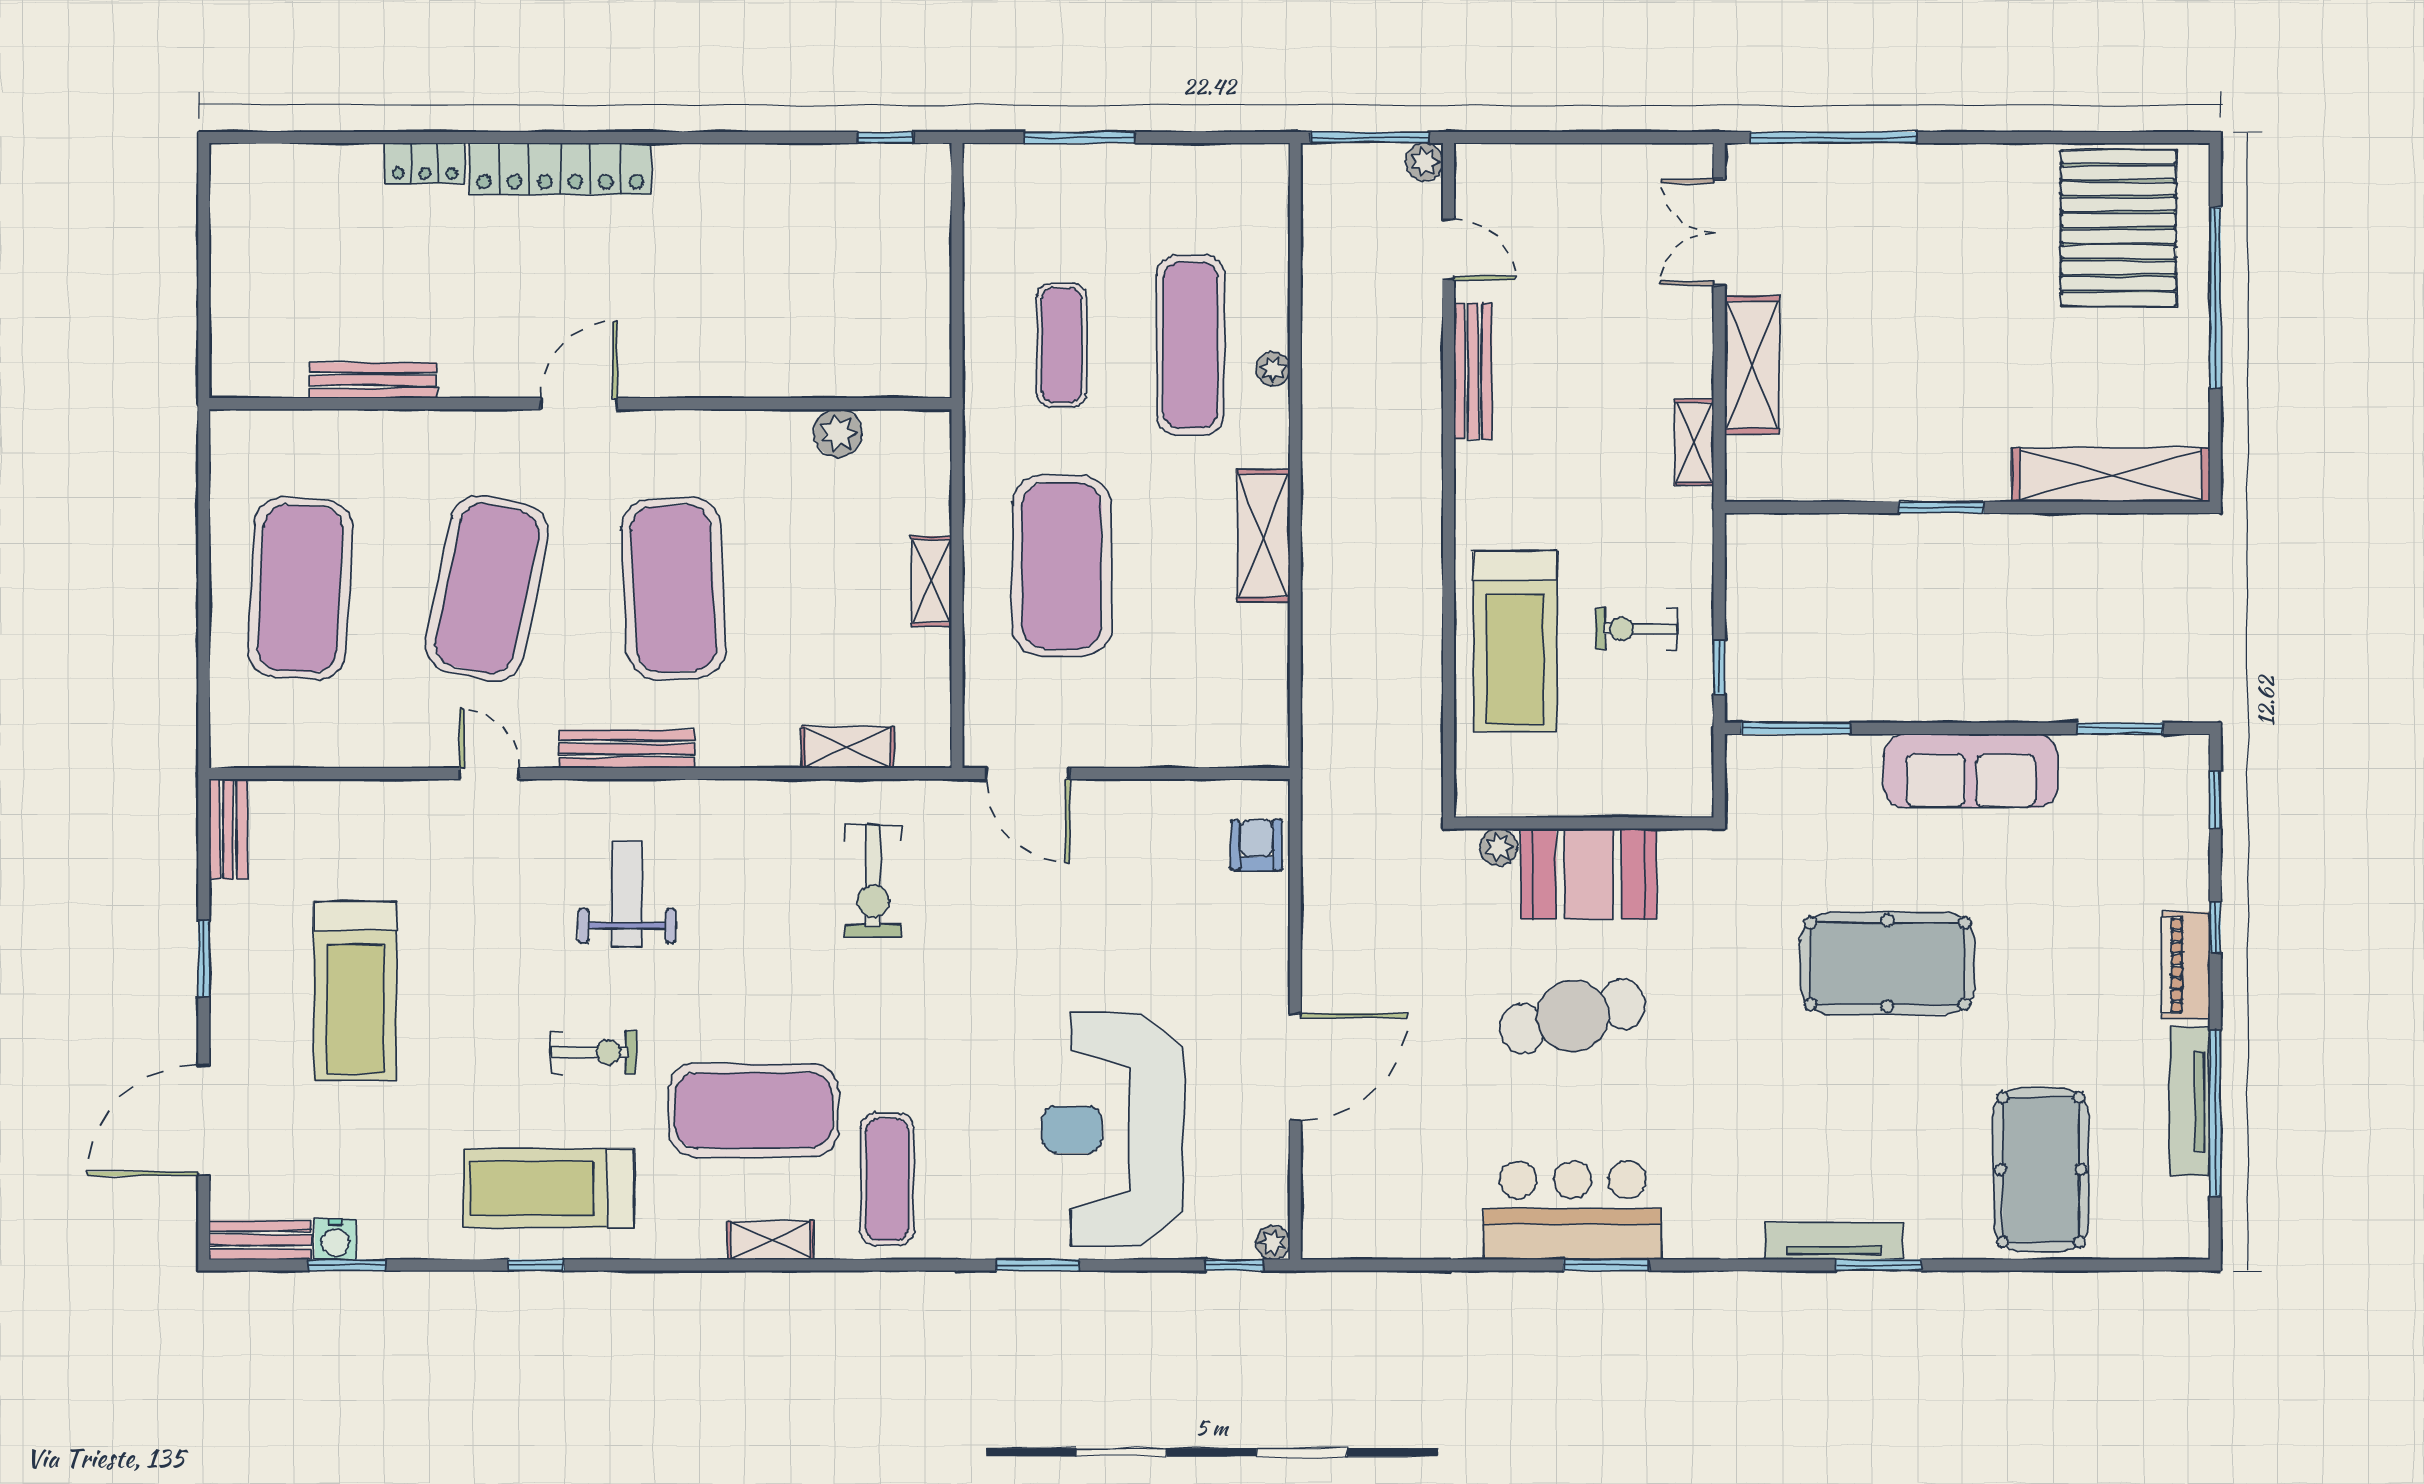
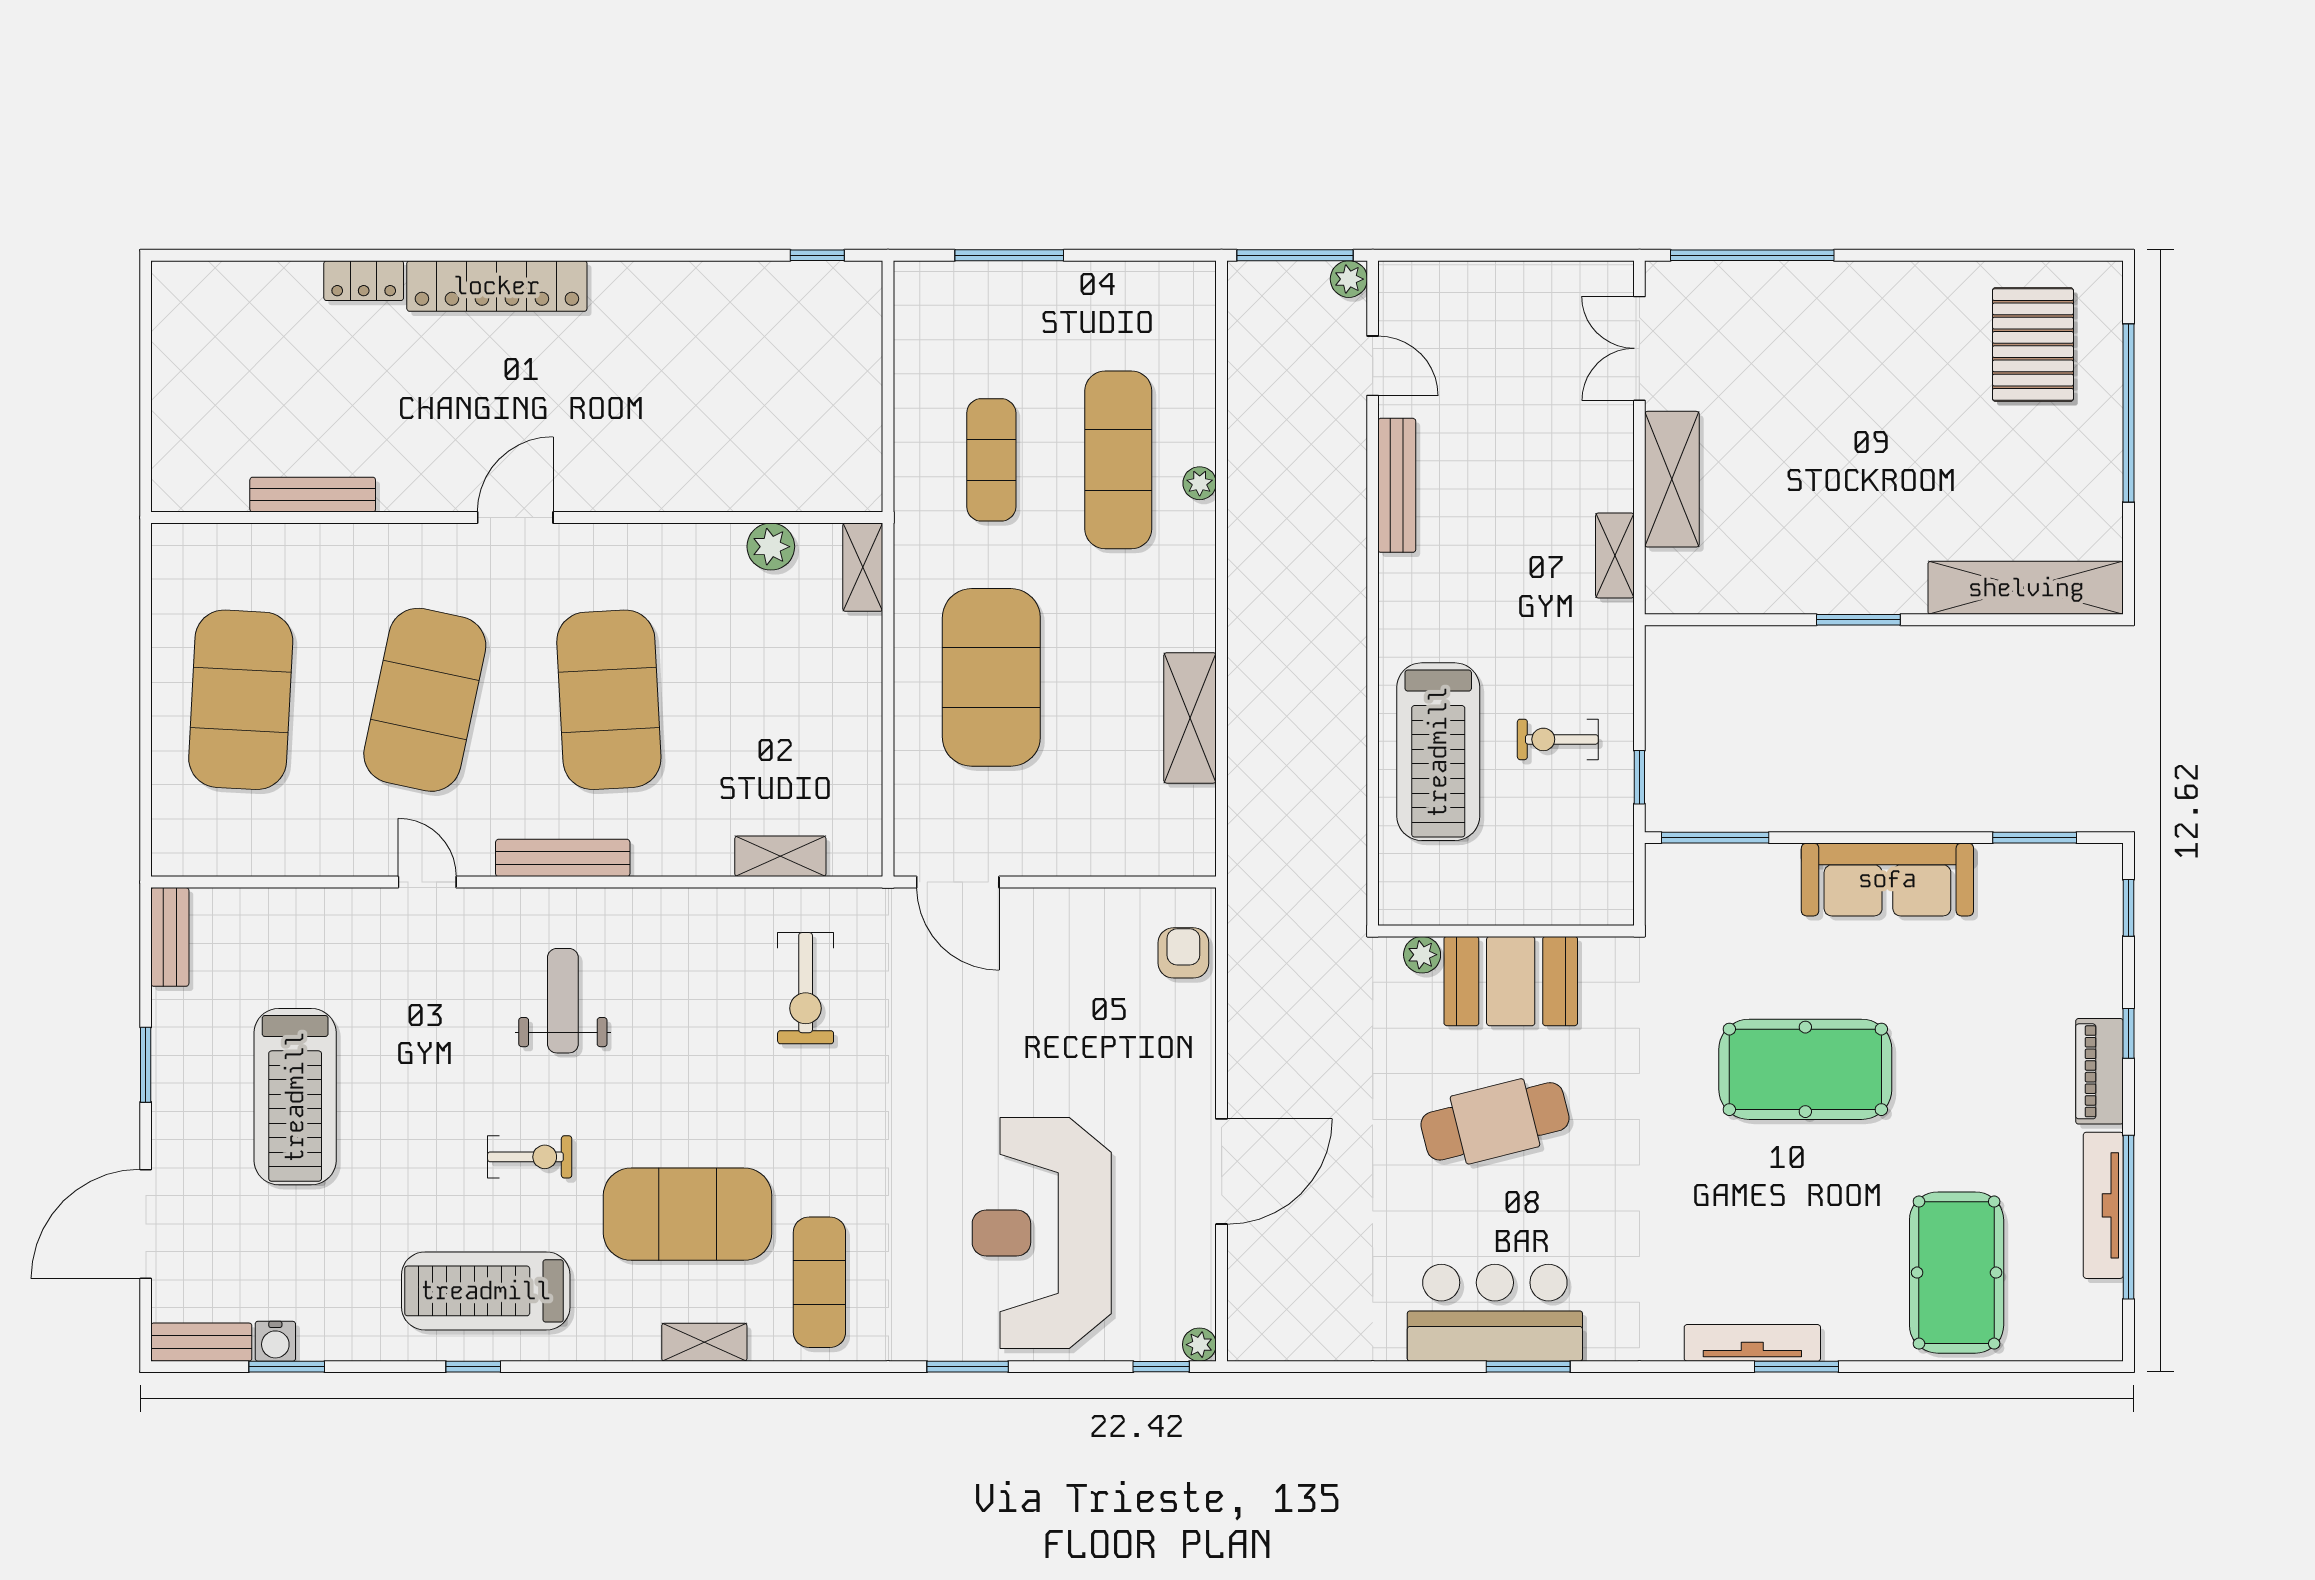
pallet: (2118, 228) -> (2033, 345), width x0.73, depth x0.71
shelving: (1263, 536) -> (1190, 718), moved
shelving: (931, 581) -> (863, 567), moved

